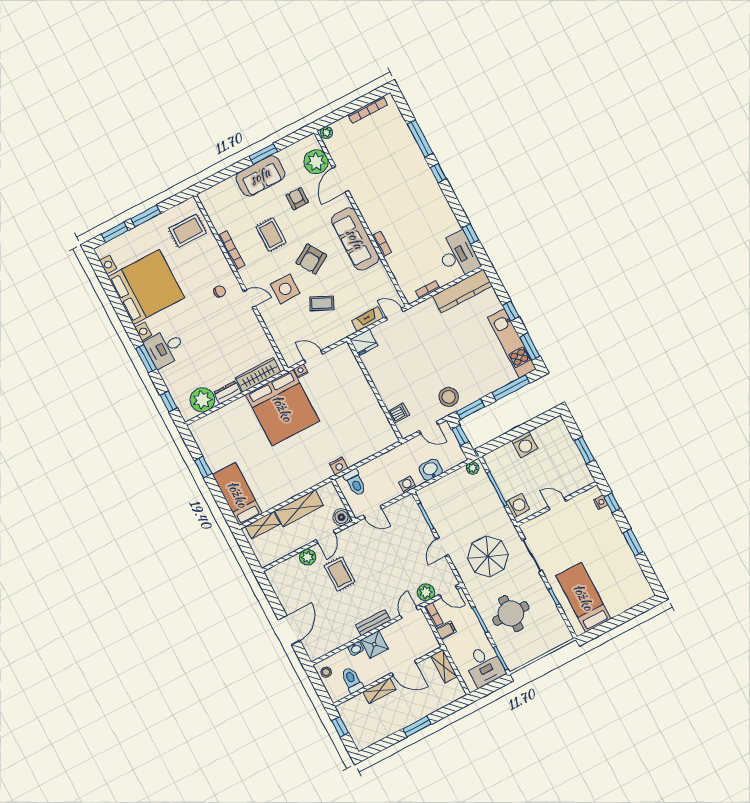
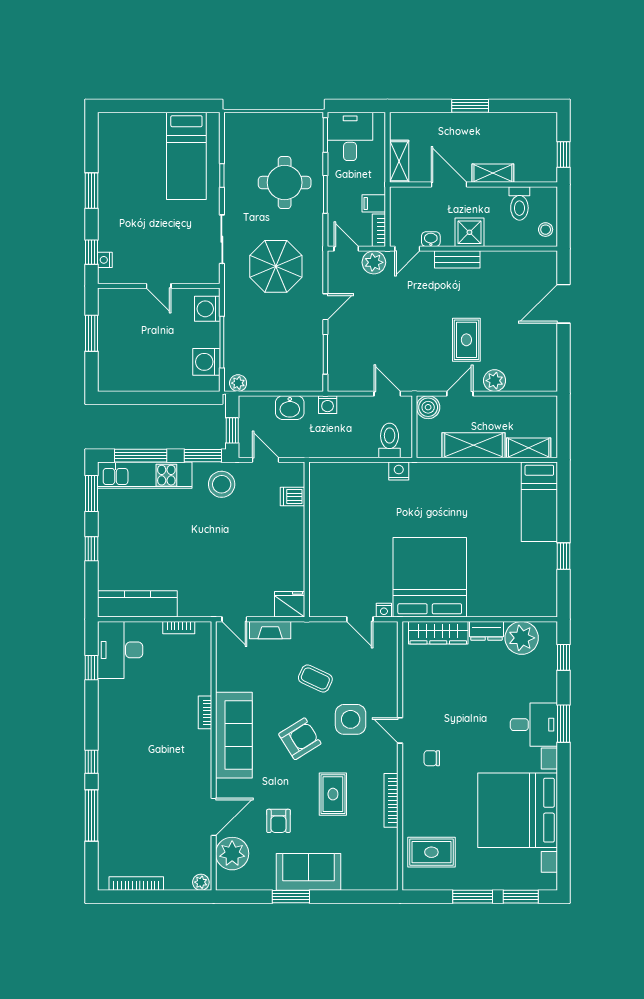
kitchen unit: (512, 343) -> (145, 475), moved, turned 90
washing machine: (525, 445) -> (206, 362), moved, turned -90
washbasin: (356, 649) -> (431, 239), moved

